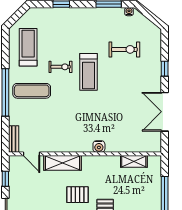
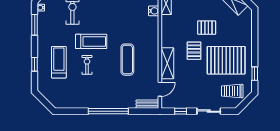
treadmill: (28, 47) -> (59, 62), moved, turned 90
exercise mat: (32, 91) -> (127, 60), moved
water cooler: (99, 146) -> (154, 11), moved

